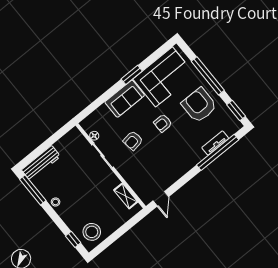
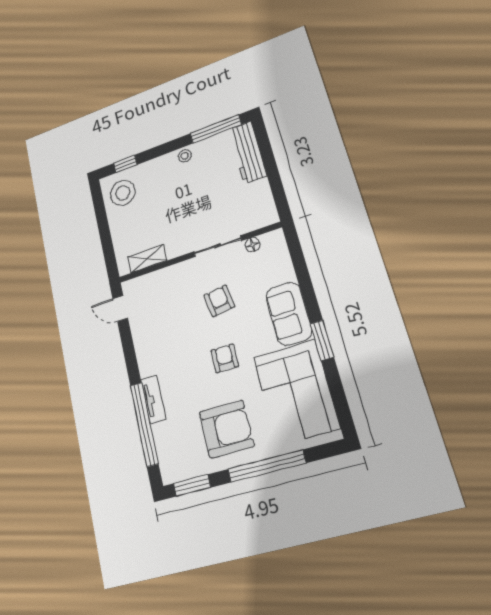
tv unit: (215, 143) -> (153, 399), moved

